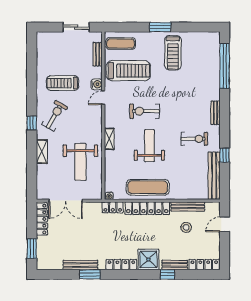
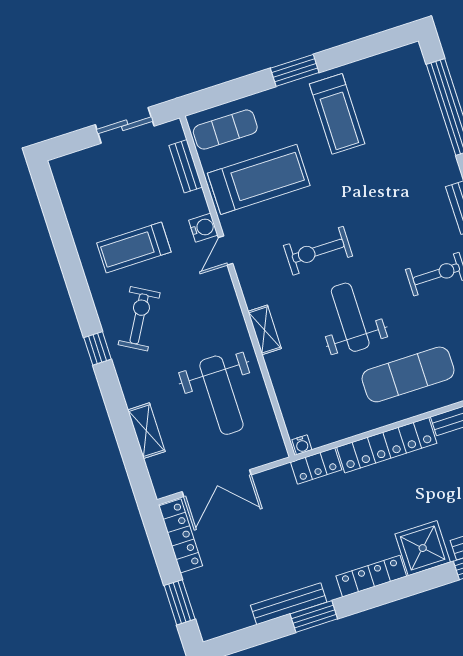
shelving: (42, 152) -> (146, 431), moved
exercise mat: (148, 187) -> (408, 374), moved

